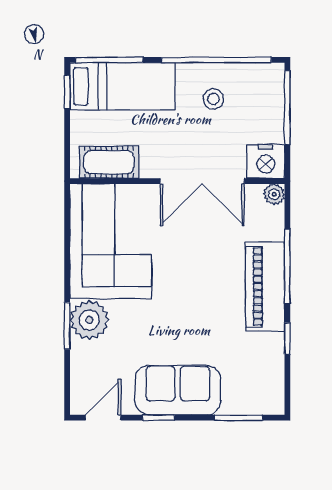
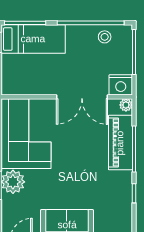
stool: (213, 99) -> (105, 37), moved
cot: (109, 162) -> (25, 85), removed
piano: (265, 287) -> (120, 143), moved

